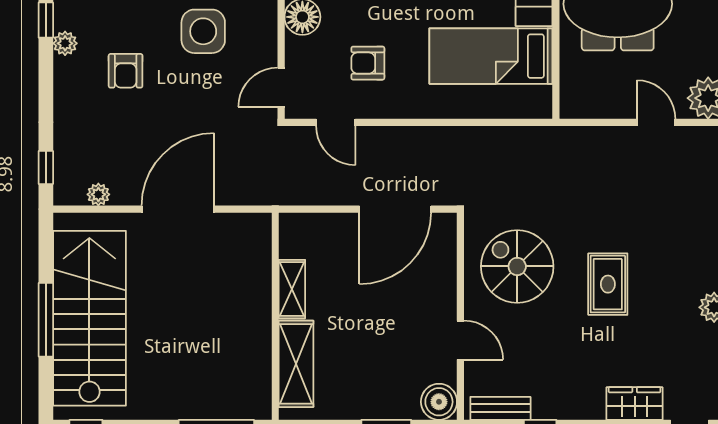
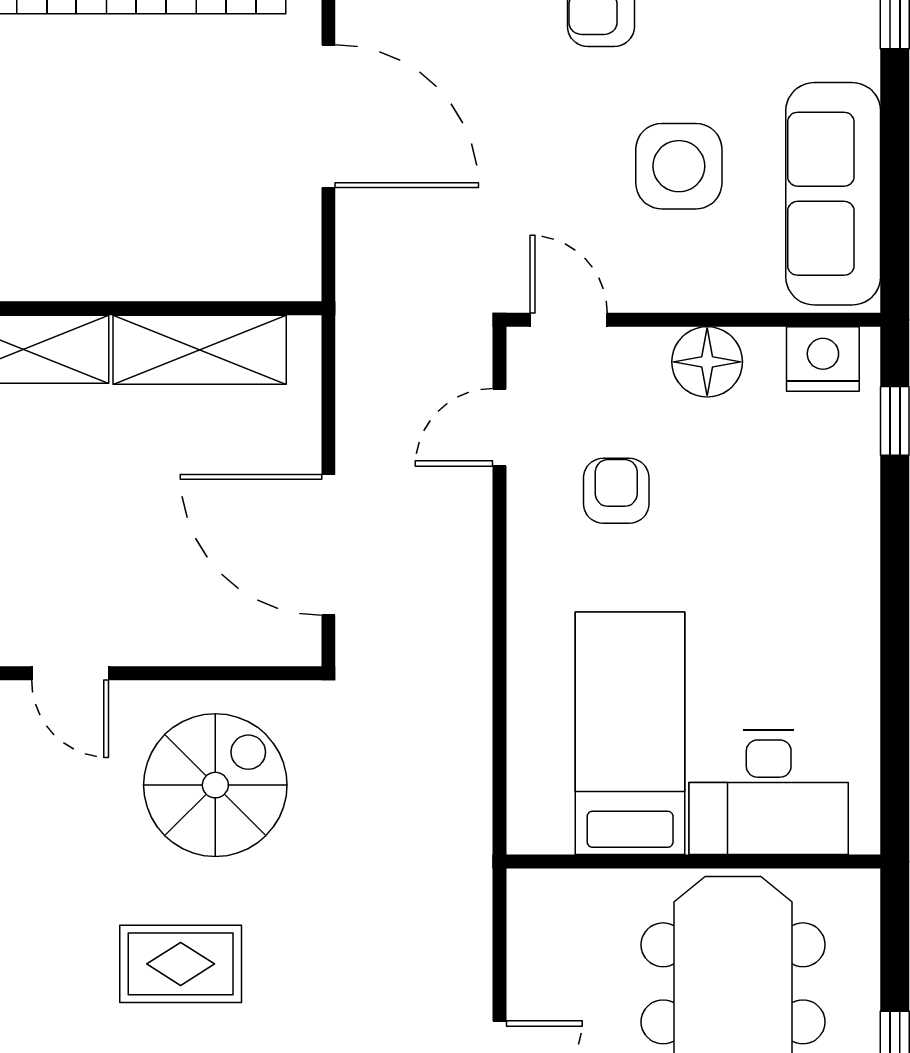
shelving: (292, 289) -> (200, 350), width x1.50, depth x1.33
door: (460, 340) -> (70, 673), hinge flipped

